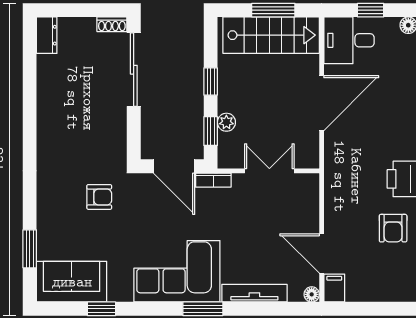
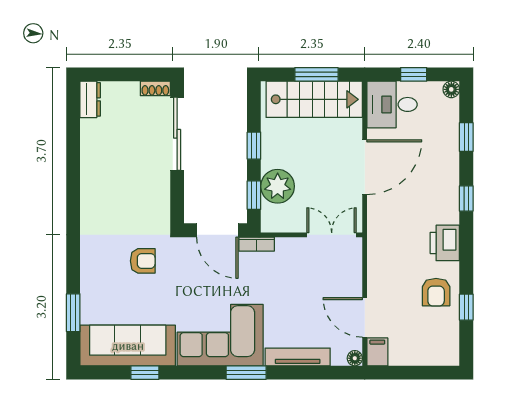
plant: (226, 122) -> (278, 186), width x1.87, depth x1.87
double door: (269, 171) -> (332, 235), moved
sofa: (72, 282) -> (128, 346), width x1.36

